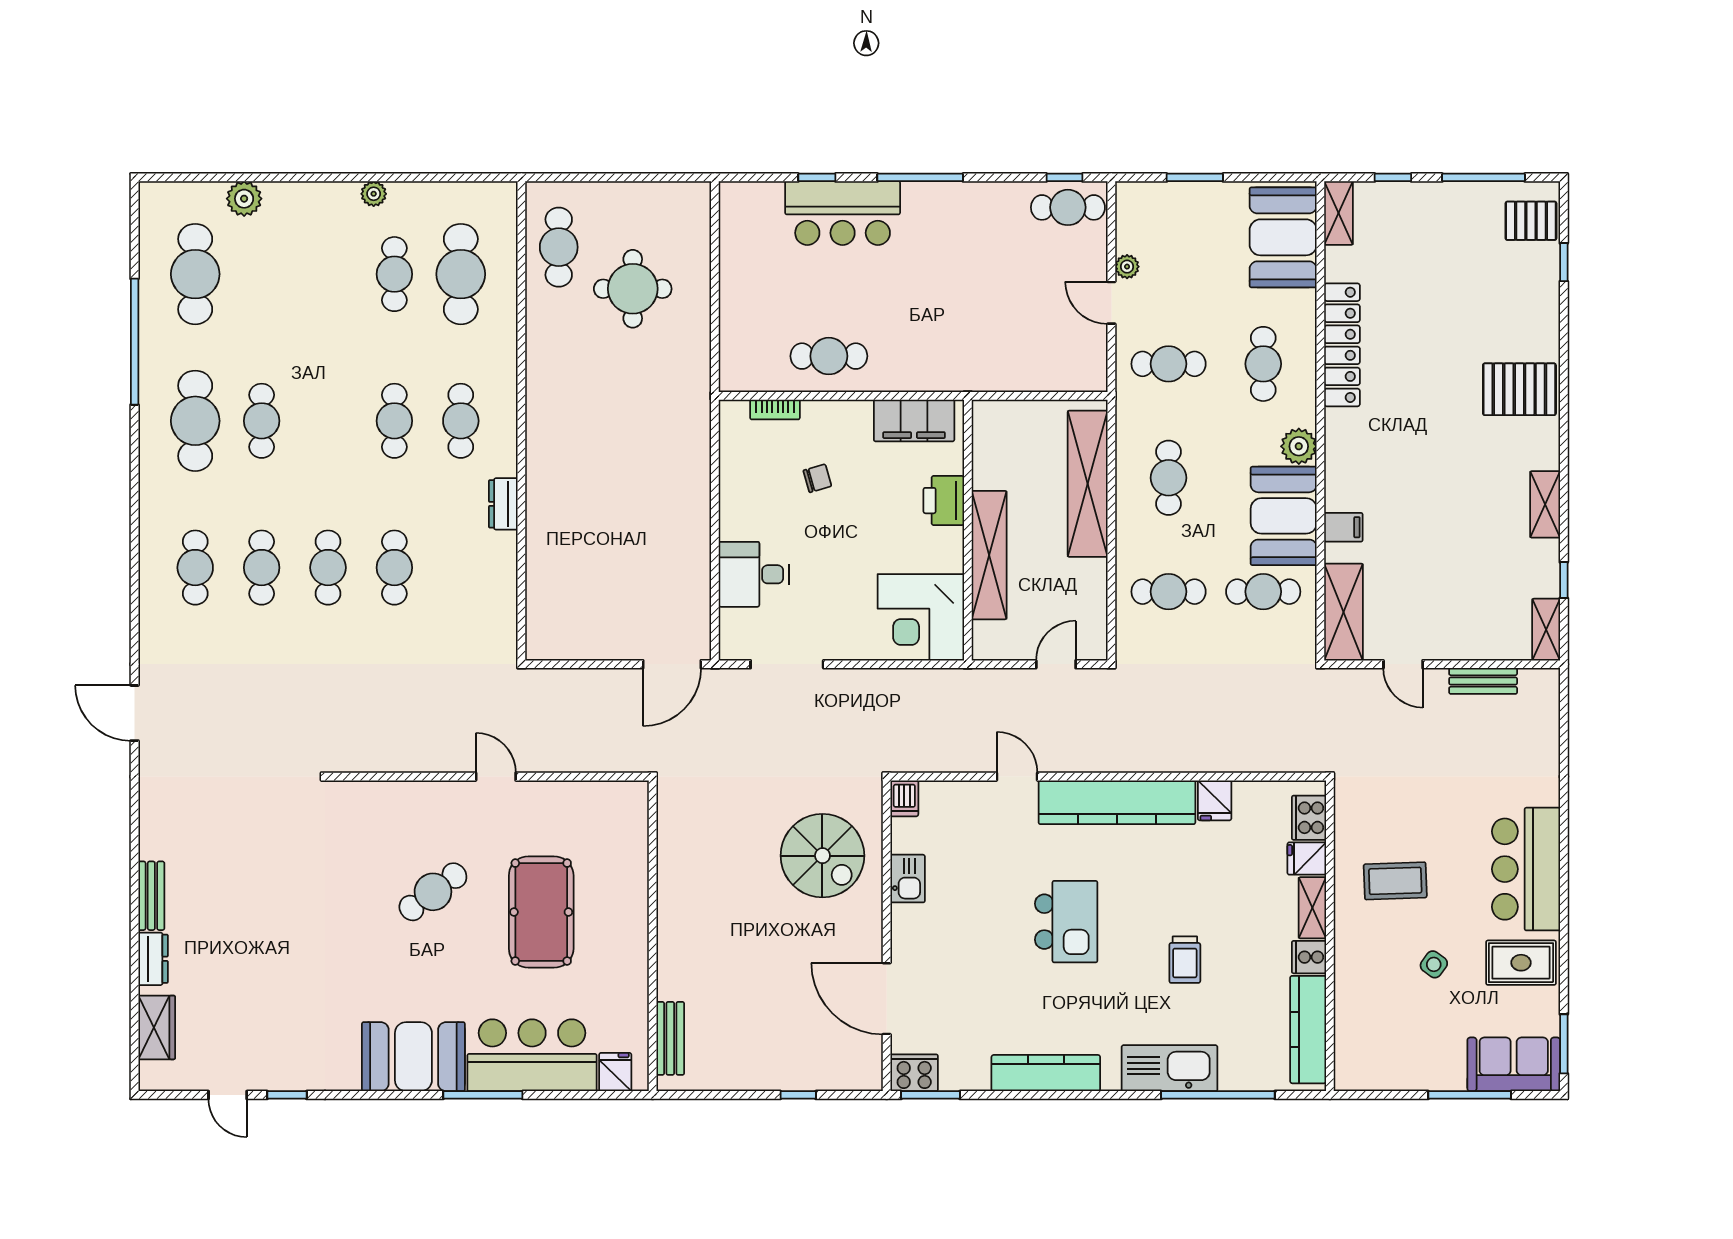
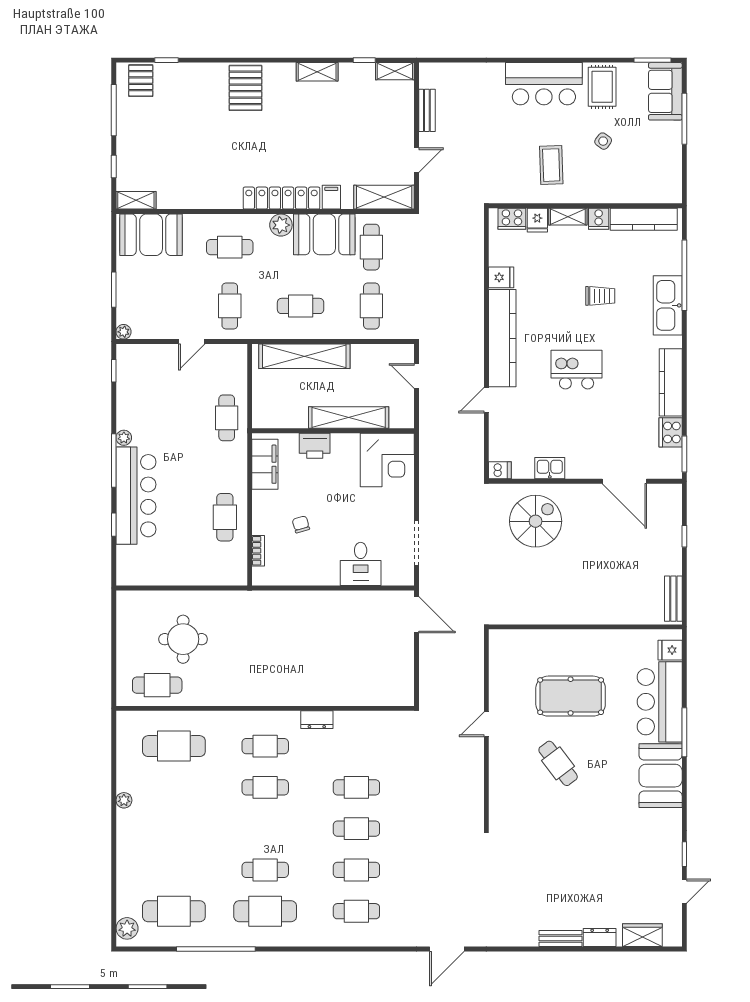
plant: (957, 193) -> (124, 438), added
plant: (244, 199) -> (127, 928), moved
cafe table: (1068, 207) -> (227, 418), moved
bar counter: (843, 213) -> (136, 496), width x1.36
plant: (1127, 267) -> (124, 332), moved
cafe table: (394, 274) -> (174, 787), removed
locker: (1342, 345) -> (282, 198), moved
door: (887, 999) -> (624, 481), hinge flipped
bench: (670, 1038) -> (673, 599), moved, turned 90
cooker: (914, 1073) -> (671, 432), moved

